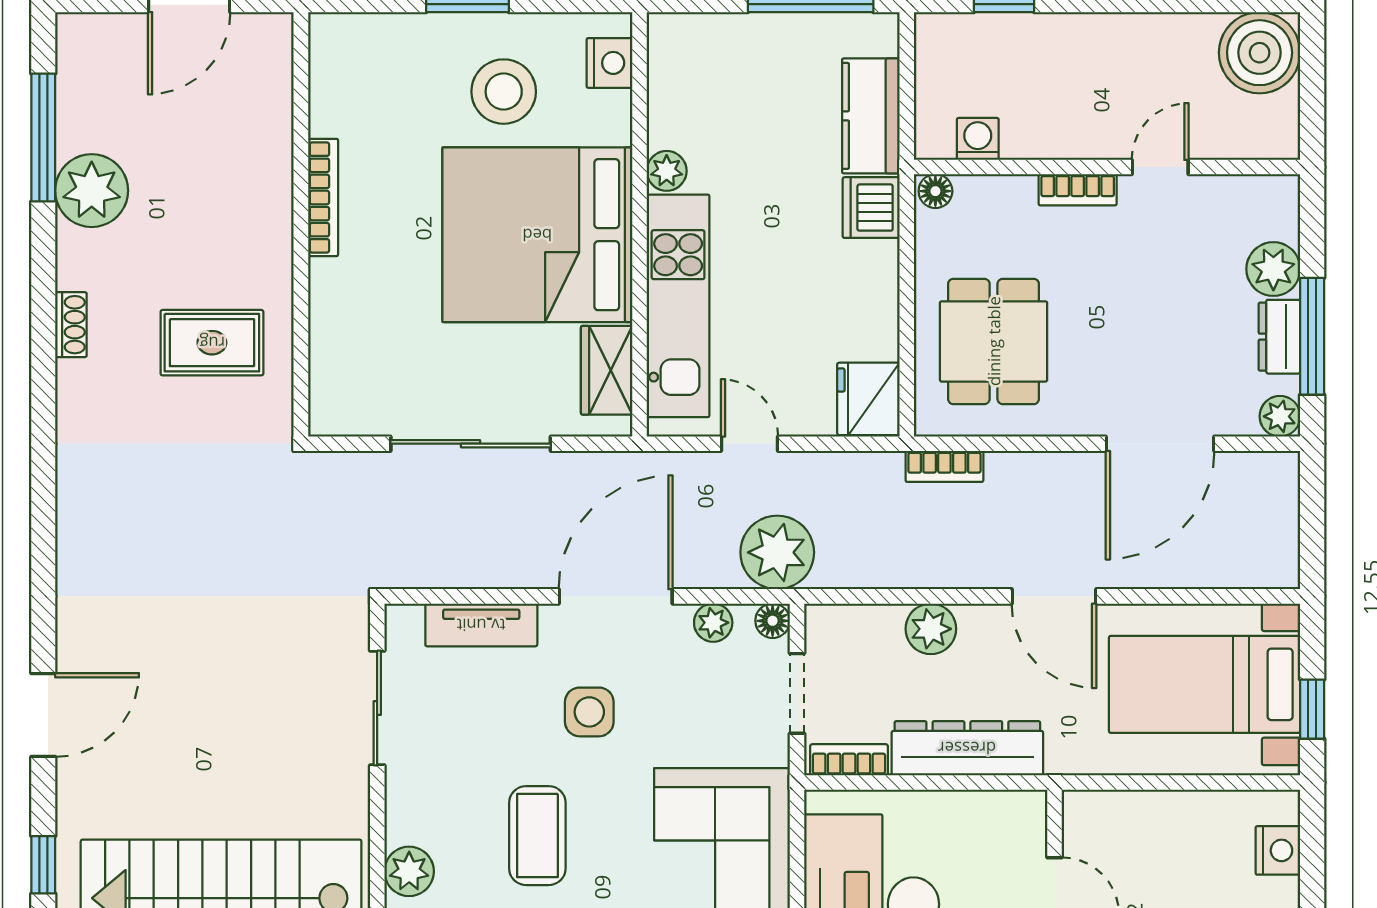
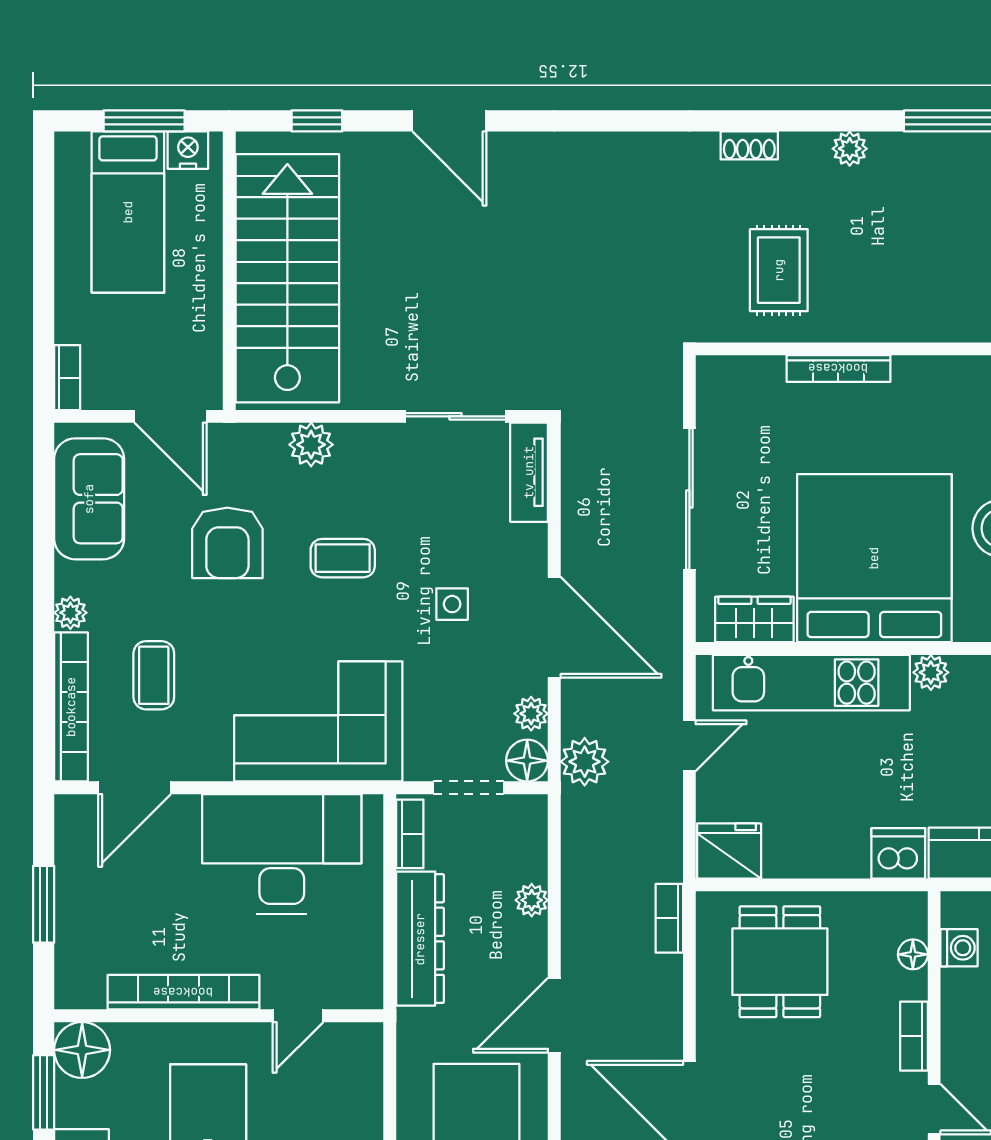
plant: (92, 191) -> (850, 149), moved, width x0.53, depth x0.53
floor lamp: (935, 191) -> (913, 954), moved
bookcase: (323, 198) -> (838, 368), moved
shoe rack: (71, 325) -> (749, 145), moved
dining table: (994, 341) -> (780, 962), turned 90
plant: (777, 552) -> (585, 762), width x0.73, depth x0.73
floor lamp: (773, 621) -> (527, 761), width x1.37, depth x1.37
tv unit: (481, 625) -> (529, 472), moved
plant: (931, 629) -> (532, 900), width x0.73, depth x0.73
side table: (589, 712) -> (452, 604), width x0.73, depth x0.73
coffee table: (537, 836) -> (343, 558), width x0.73, depth x0.77

